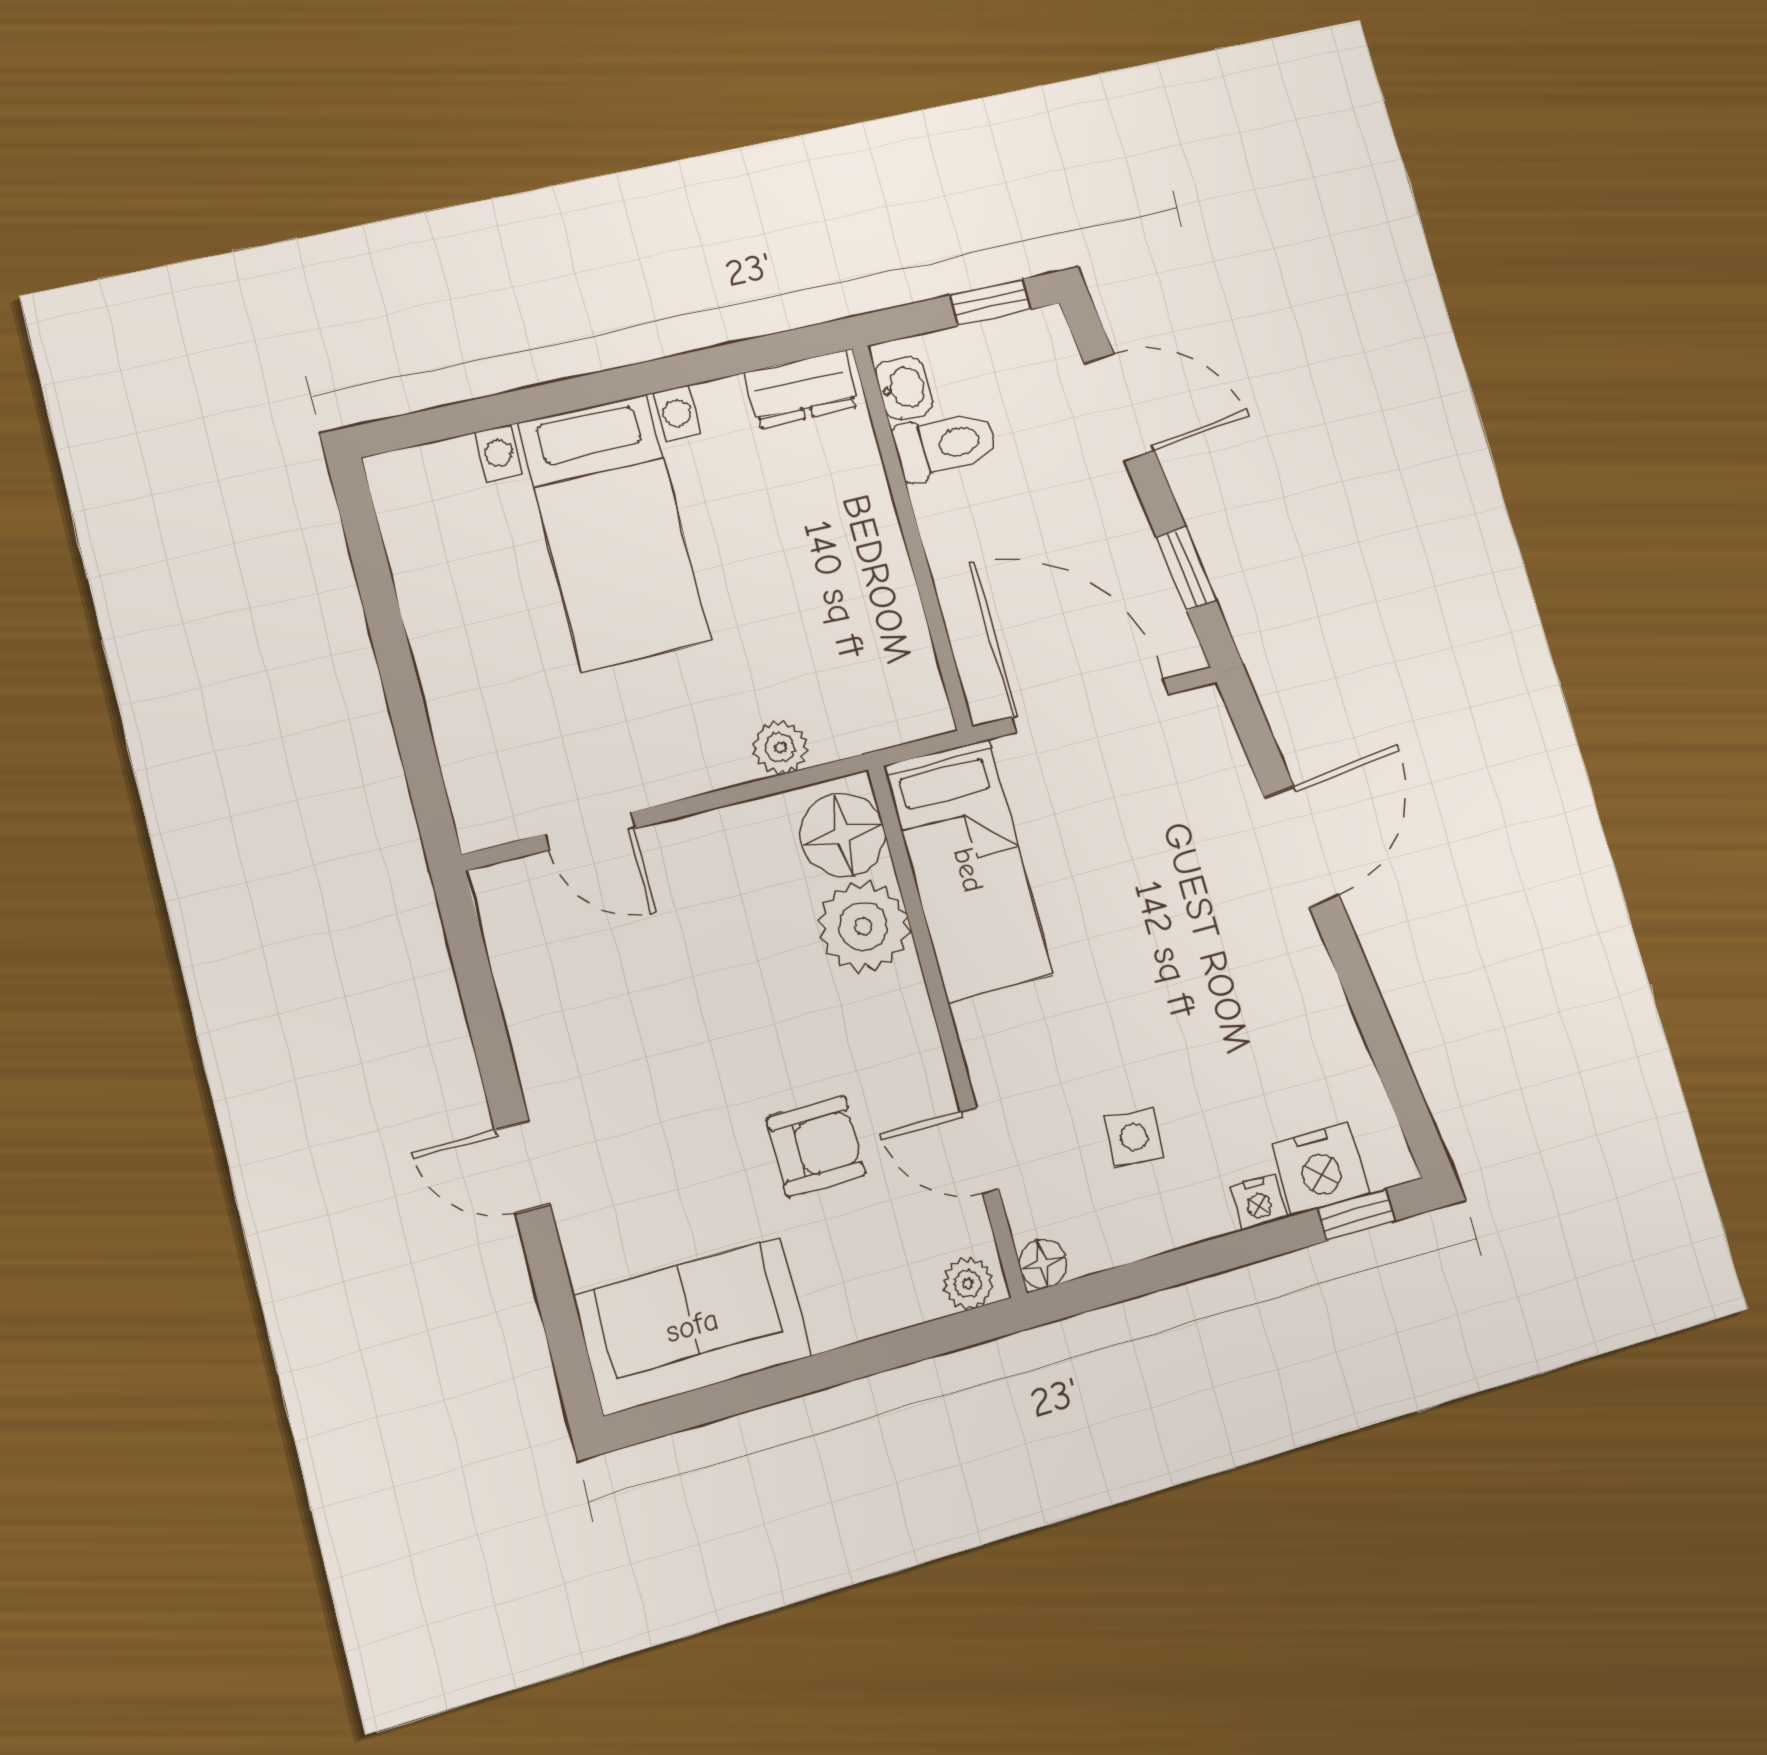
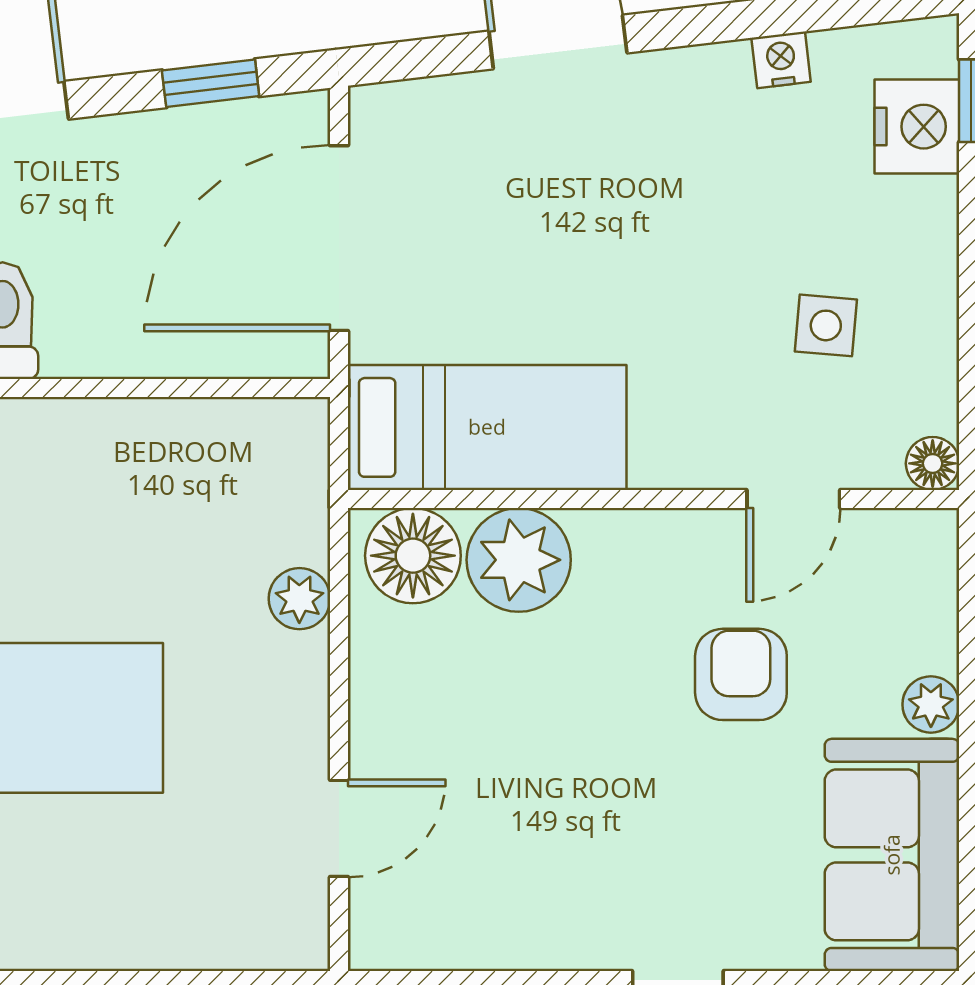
nightstand: (1258, 1202) -> (781, 60), moved, turned -97
plant: (968, 1284) -> (931, 704), moved

